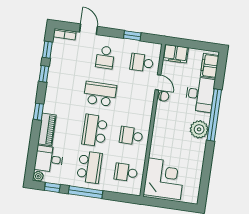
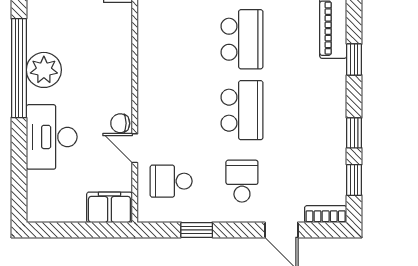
school desk: (142, 63) -> (171, 181), turned 180
filing cabinet: (210, 66) -> (41, 194), removed
school desk: (100, 94) -> (242, 110), turned -90
window: (214, 115) -> (19, 68), moved
school desk: (131, 136) -> (171, 39), removed

